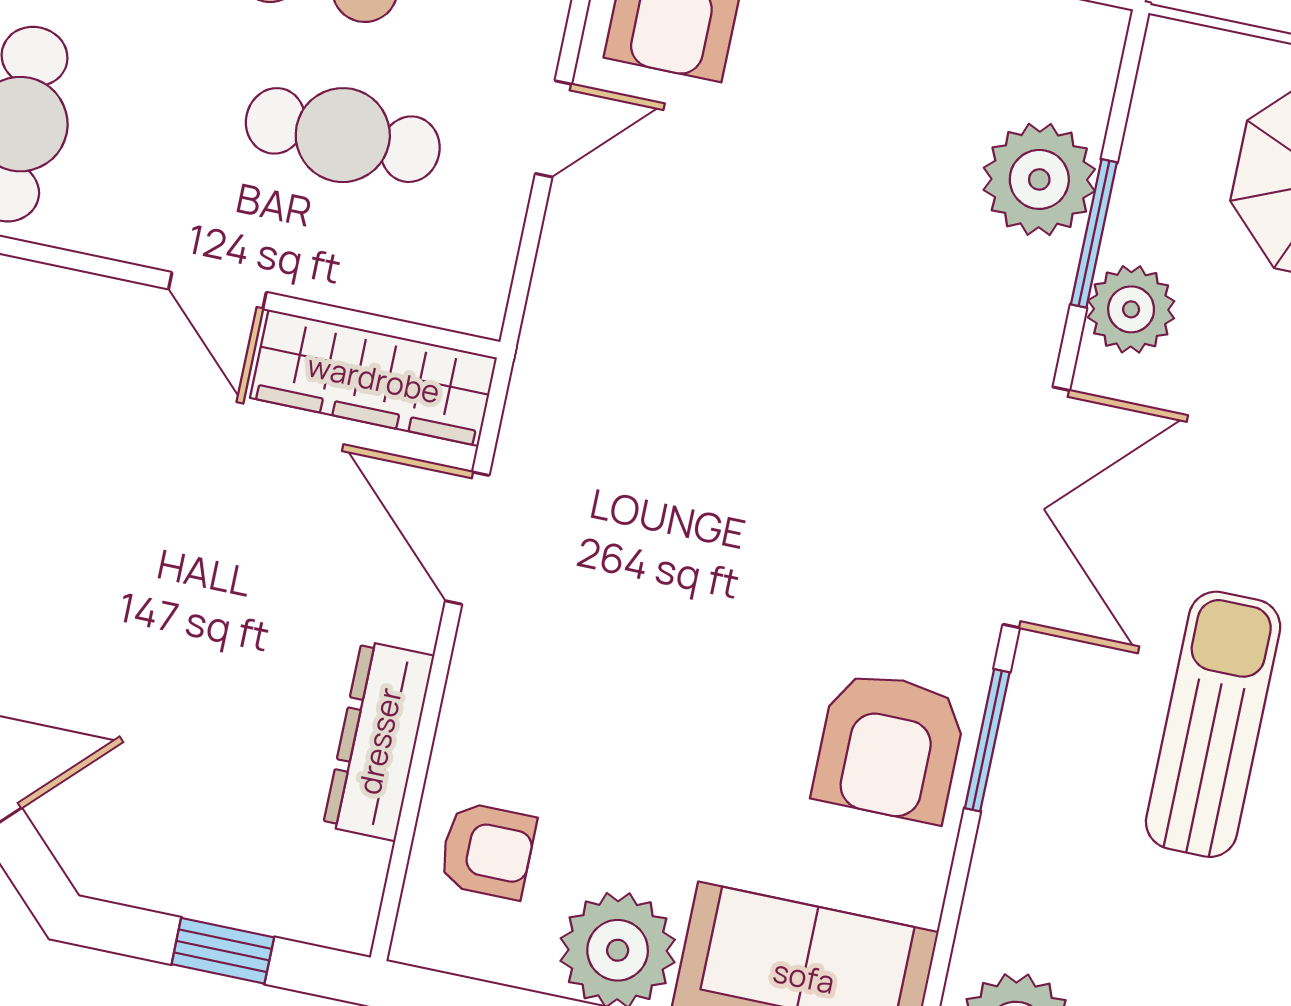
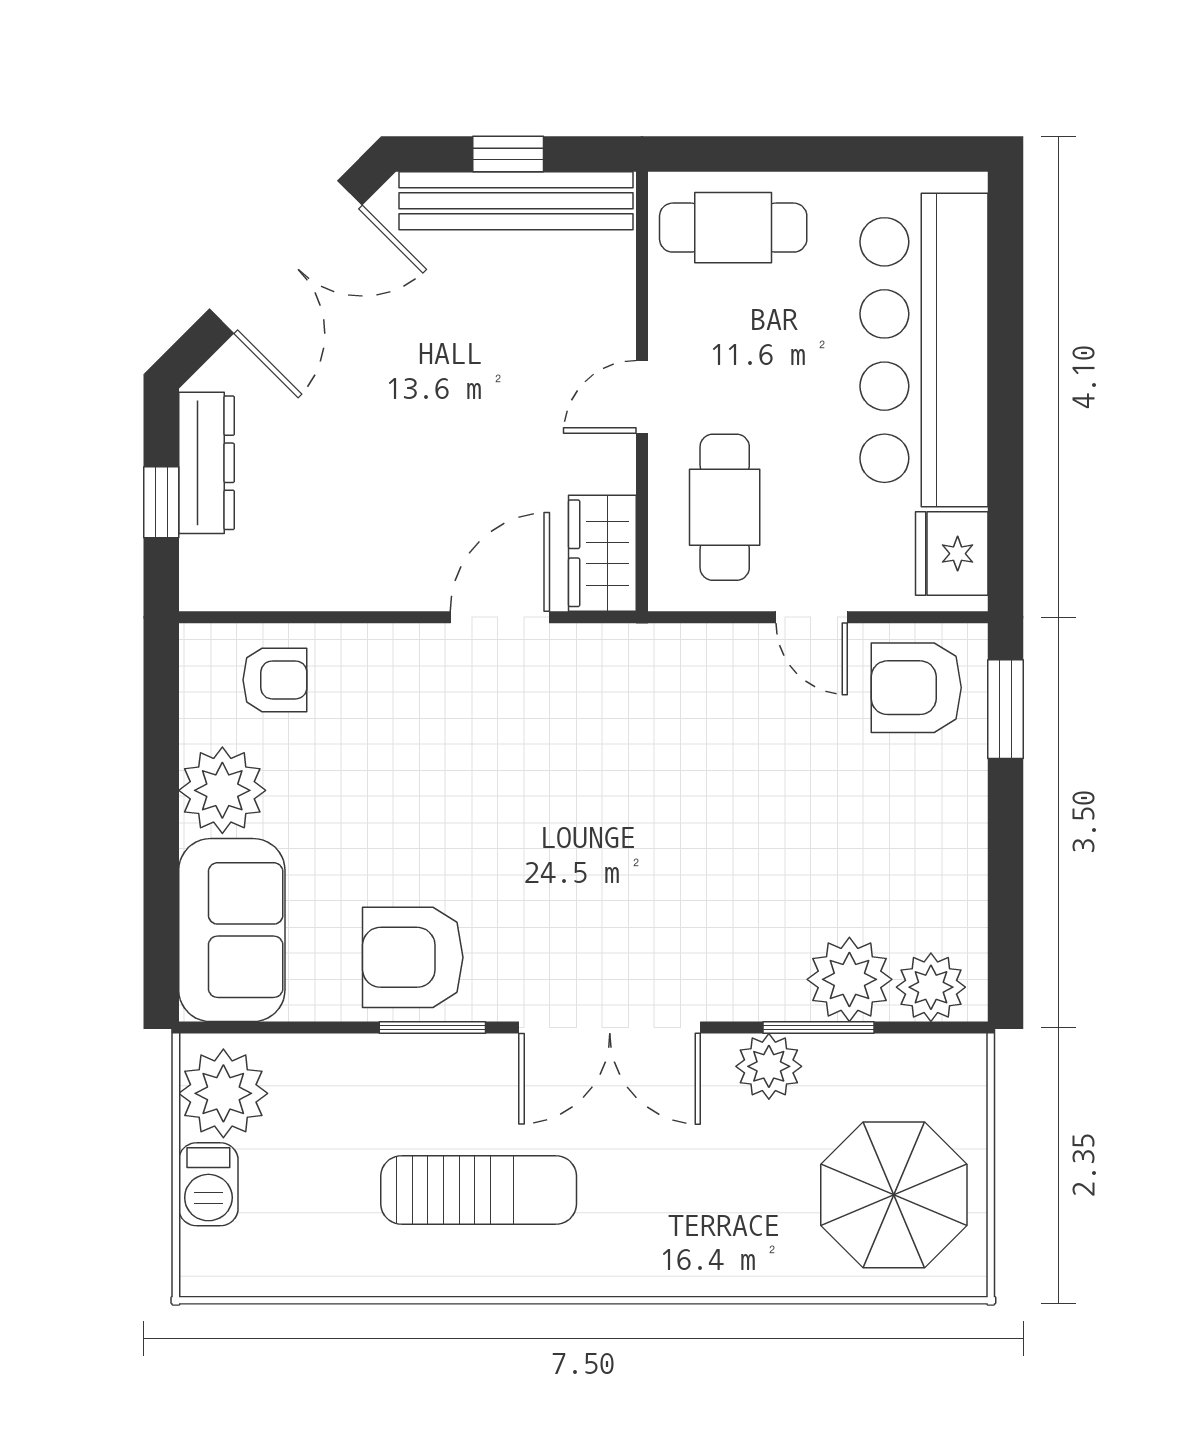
plant: (1072, 75) -> (931, 987), added
cafe table: (343, 135) -> (725, 507), moved
wardrobe: (374, 378) -> (602, 553), width x0.67
dresser: (379, 741) -> (207, 463), moved, turned 90
armchair: (487, 851) -> (275, 680), turned -90

